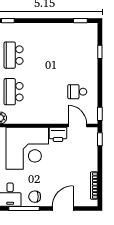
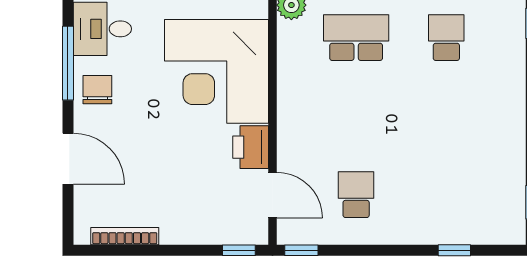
school desk: (14, 55) -> (446, 38), width x0.54
door: (77, 126) -> (273, 195), hinge flipped

